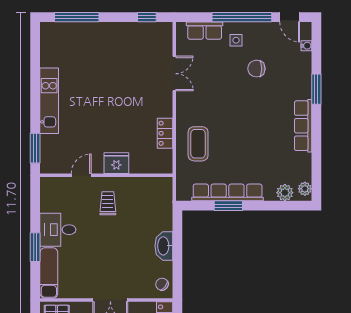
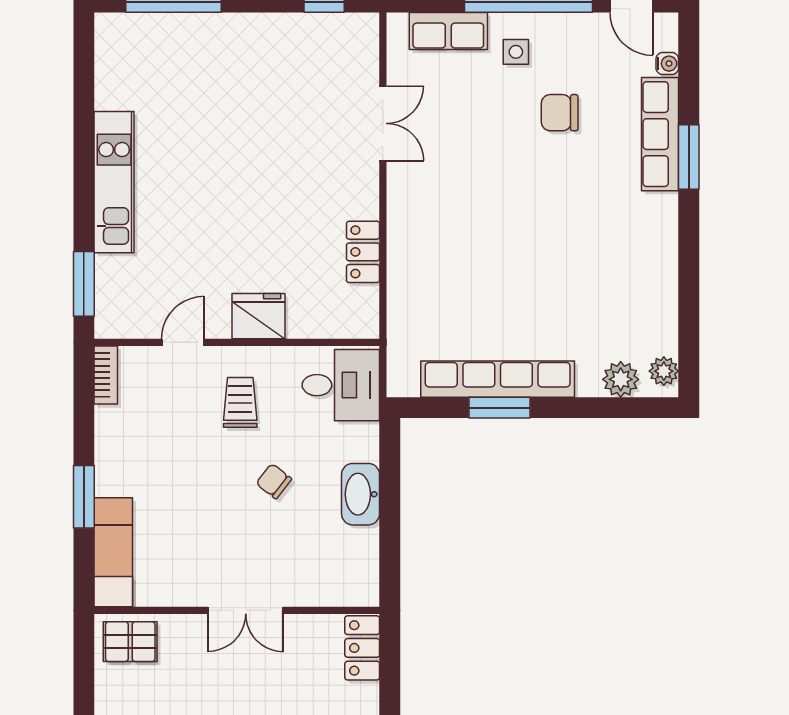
row of seats: (303, 126) -> (660, 134), moved
coffee table: (198, 144) -> (434, 274), removed
bookcase: (45, 190) -> (106, 375), added
desk: (58, 230) -> (341, 385), moved, turned 180
chair: (162, 284) -> (274, 481), moved

